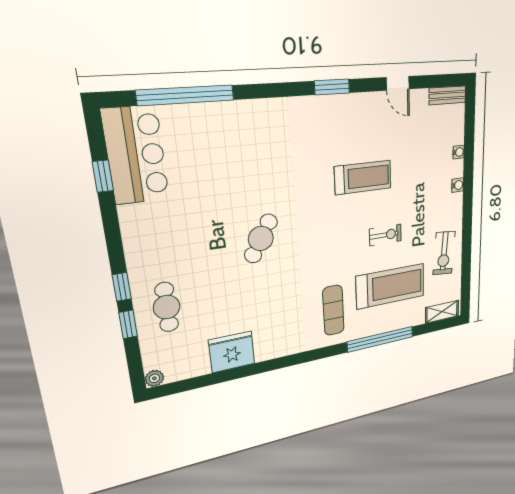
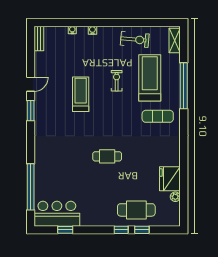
door: (398, 83) -> (31, 84), moved
cafe table: (261, 238) -> (107, 156), turned -31
cafe table: (167, 307) -> (136, 210), width x1.37, depth x1.35
plant: (154, 378) -> (175, 197), moved

